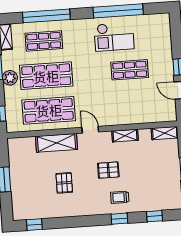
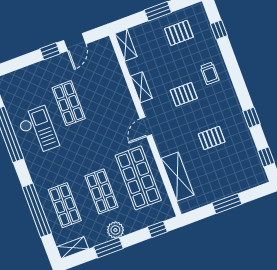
shop shelf: (46, 76) -> (101, 191), width x0.70, depth x0.74
shelving: (56, 143) -> (177, 177), moved
pallet: (108, 170) -> (184, 94), turned 90
pallet: (162, 181) -> (179, 33), added
window: (119, 219) -> (252, 118), moved

